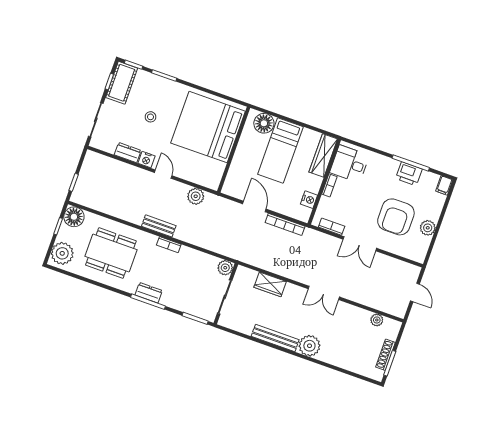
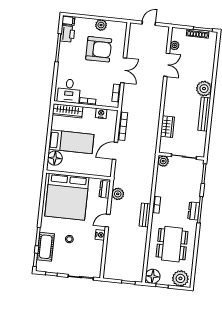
cot: (122, 83) -> (46, 247), moved, turned 90
dresser: (128, 153) -> (105, 189), moved
printer: (409, 174) -> (67, 34), moved
double door: (324, 293) -> (167, 65), moved

